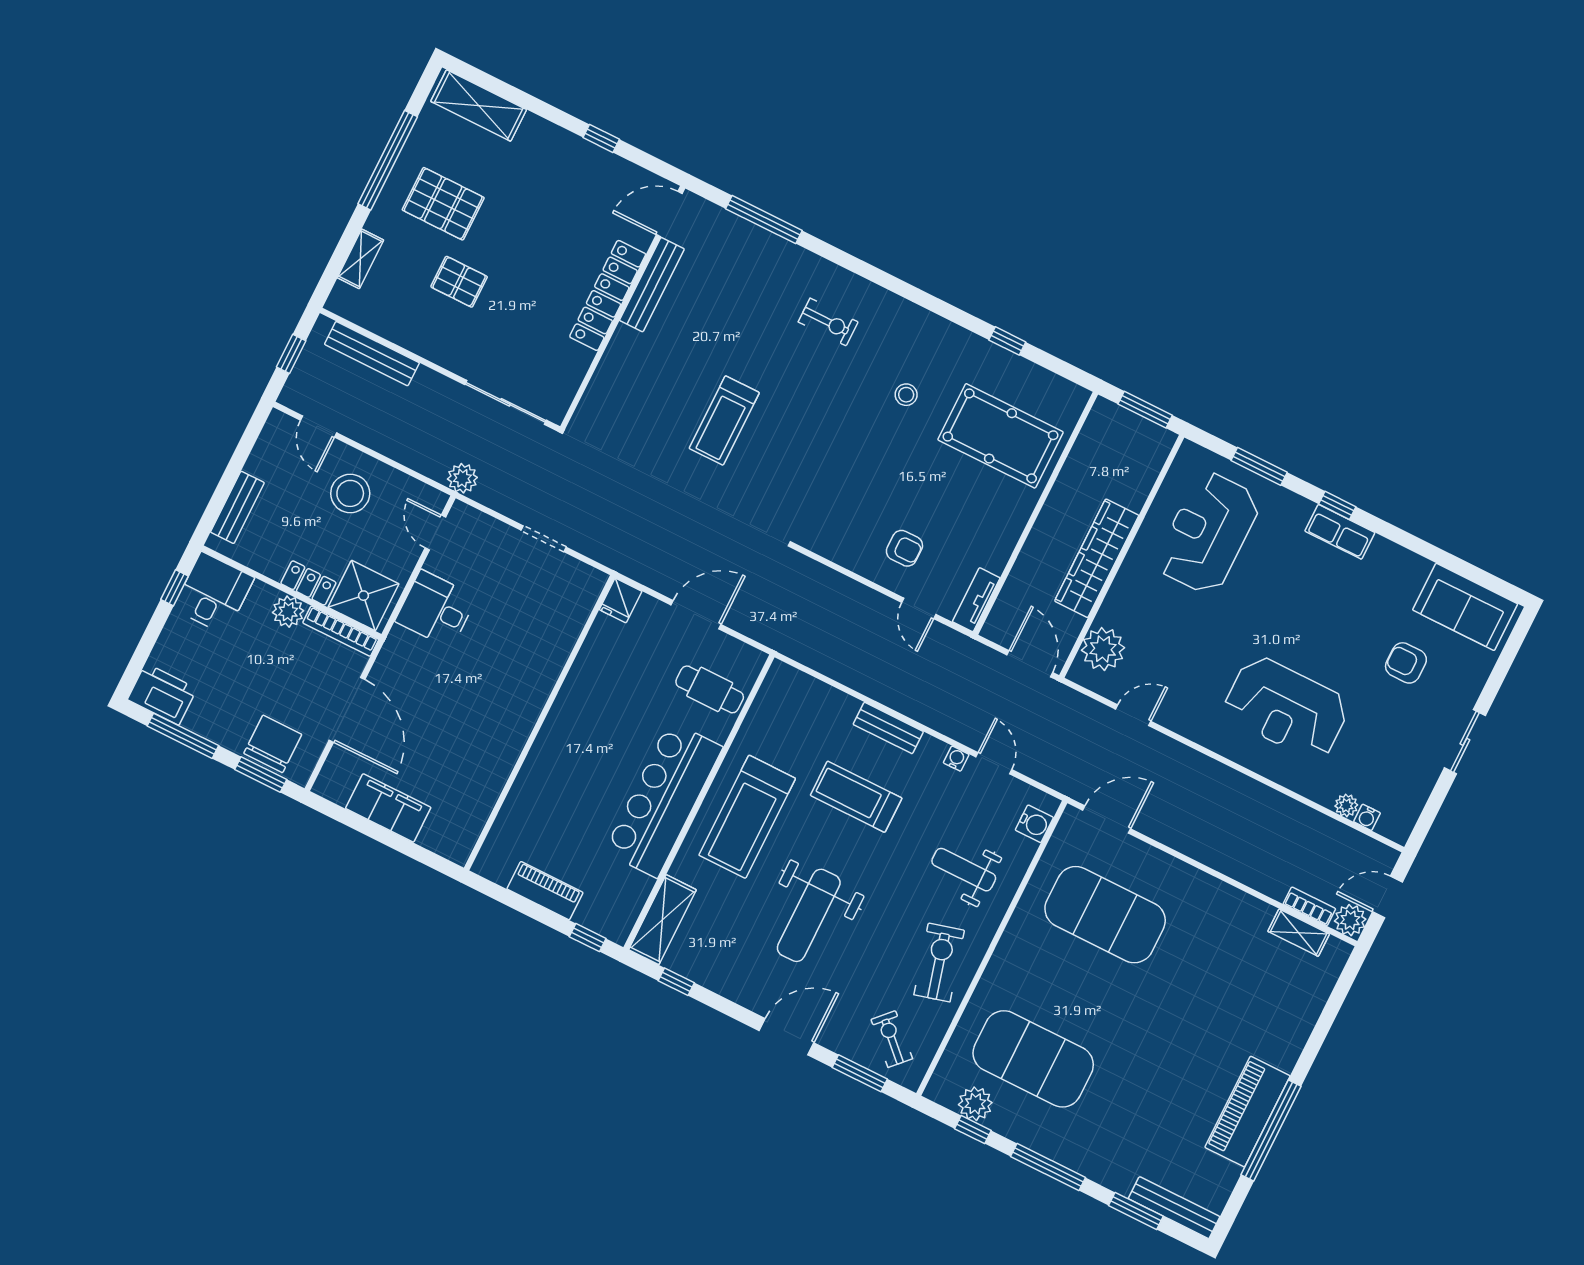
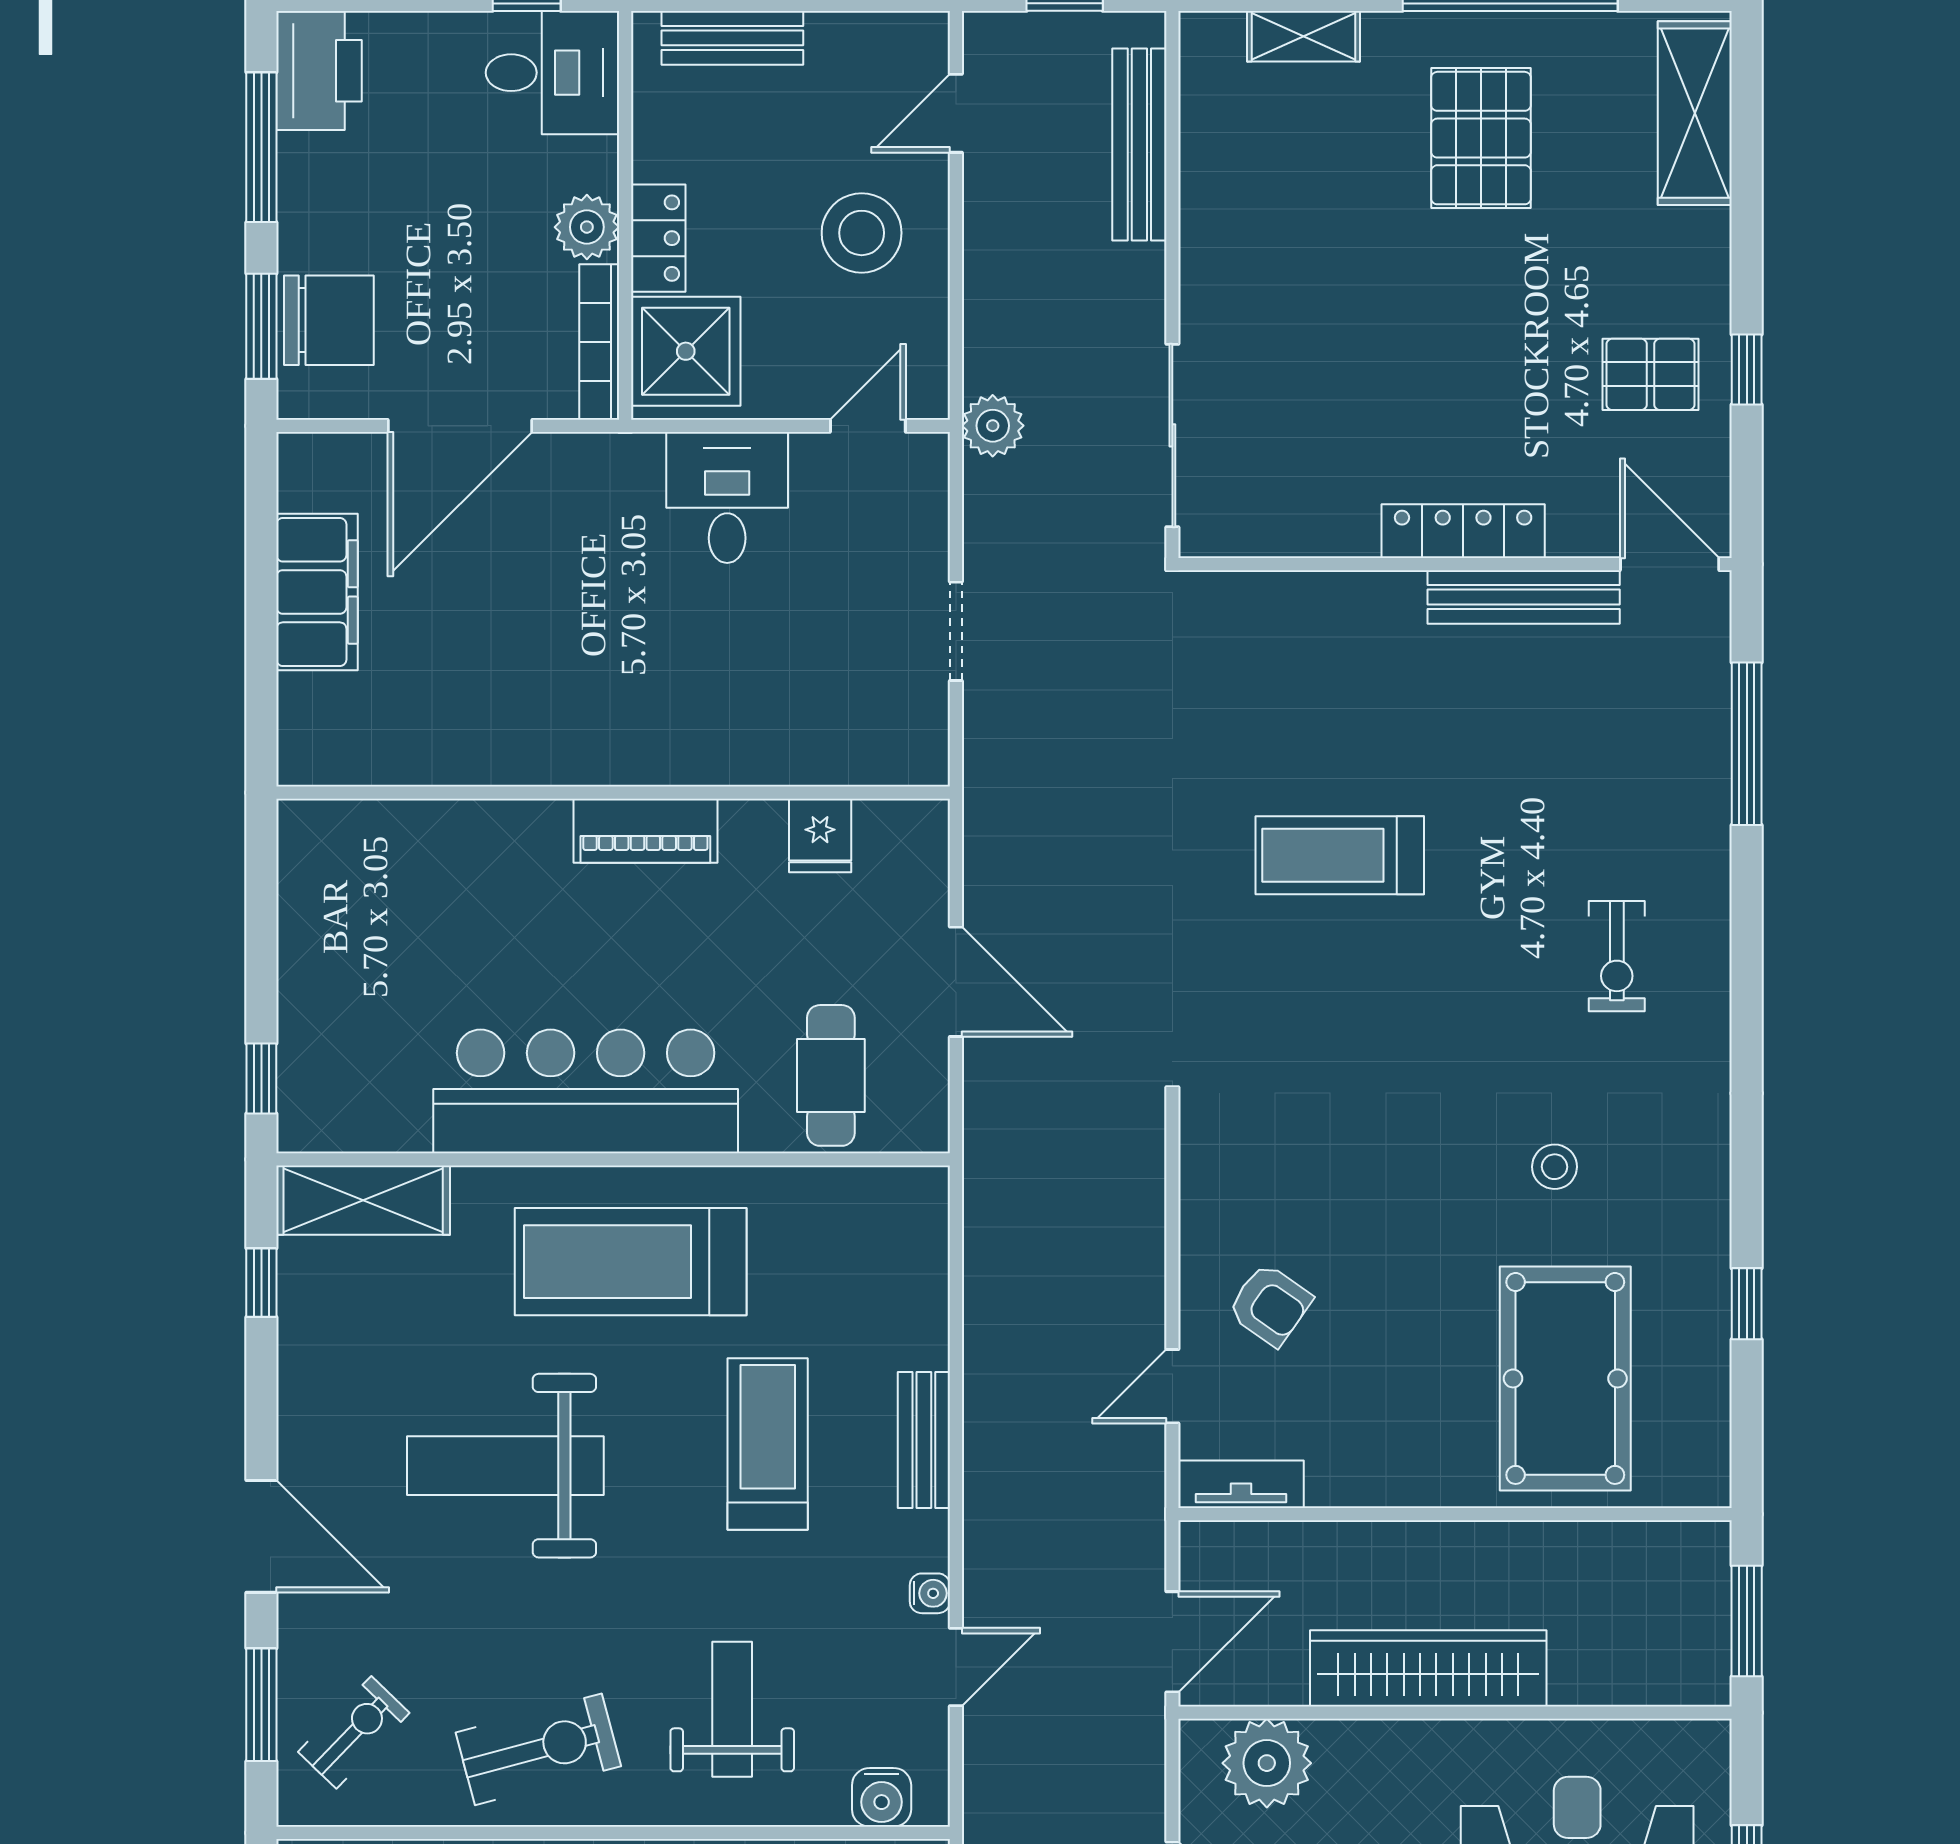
pallet: (459, 282) -> (1650, 374), moved, turned 90
locker: (608, 295) -> (1463, 531), width x0.71, depth x0.83
armchair: (904, 548) -> (1270, 1305), turned -55
fridge: (621, 600) -> (820, 836), moved, turned -90
piano: (545, 891) -> (645, 831), moved, turned 90

